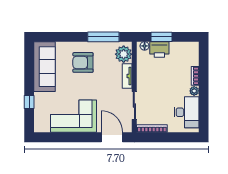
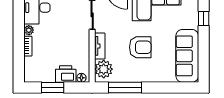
window: (161, 37) -> (53, 87), moved
armchair: (83, 62) -> (140, 47), moved

